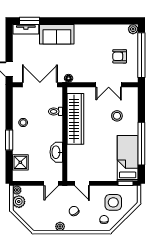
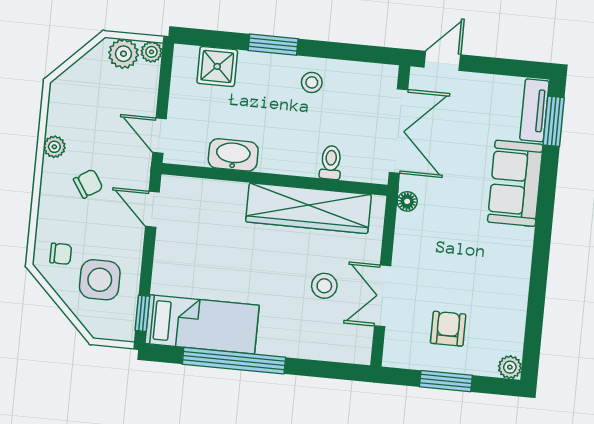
window: (141, 55) -> (446, 381), width x0.47
stool: (117, 116) -> (324, 286), moved
door: (82, 183) -> (152, 209), hinge flipped

